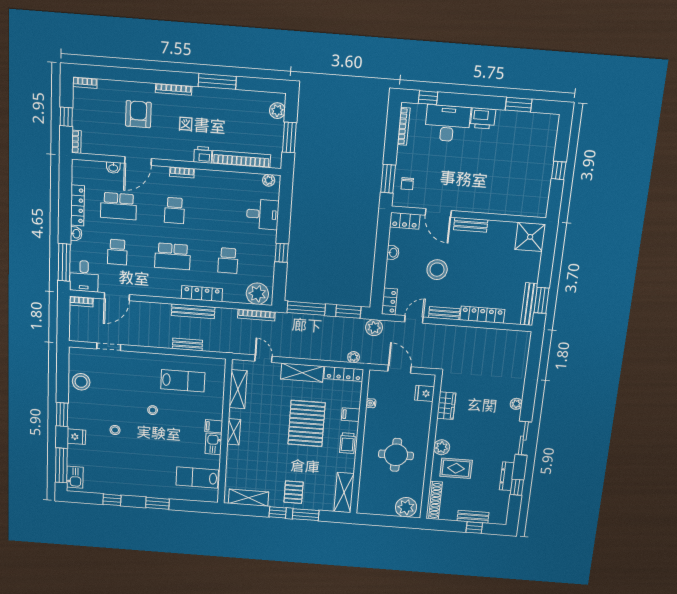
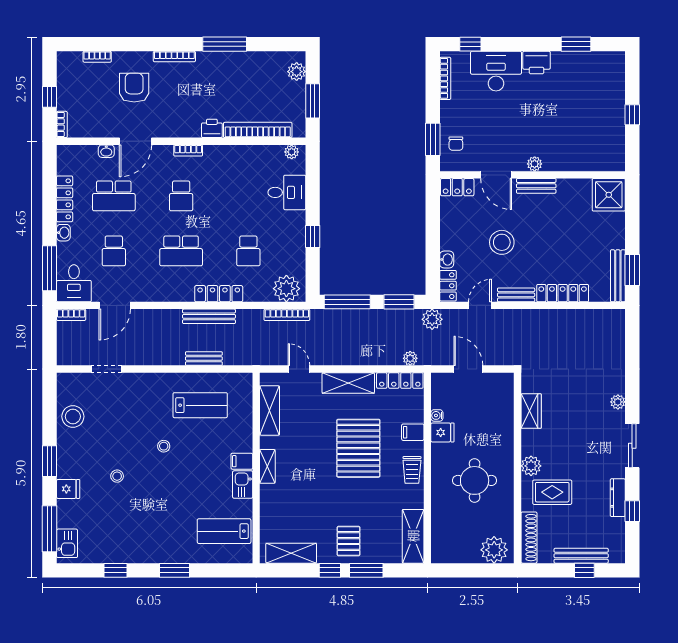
bookcase: (85, 83) -> (97, 57), moved
plant: (471, 206) -> (535, 164), added
washbasin: (393, 253) -> (447, 260), moved
fridge: (425, 393) -> (442, 432), moved, turned 180
bench: (473, 517) -> (581, 556), width x1.36

